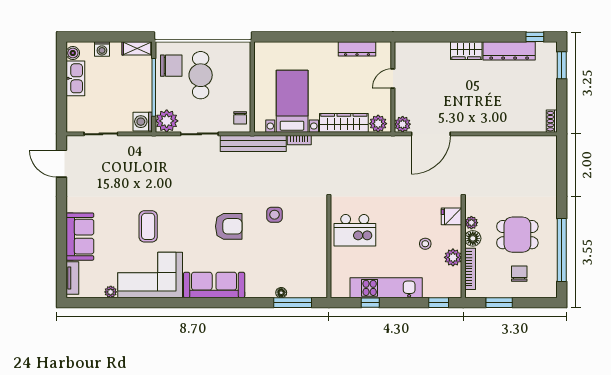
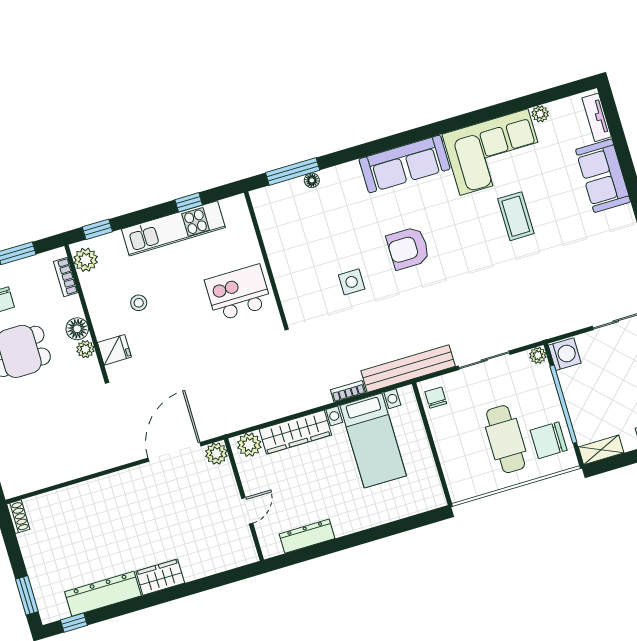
plant: (167, 121) -> (538, 355), width x0.53, depth x0.53
plant: (453, 257) -> (86, 260), moved
bookcase: (470, 269) -> (66, 277), width x0.64

